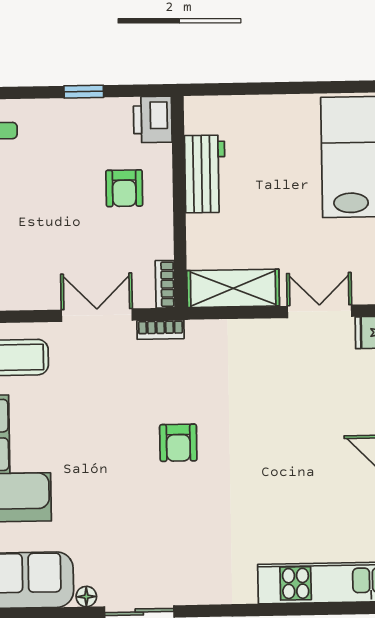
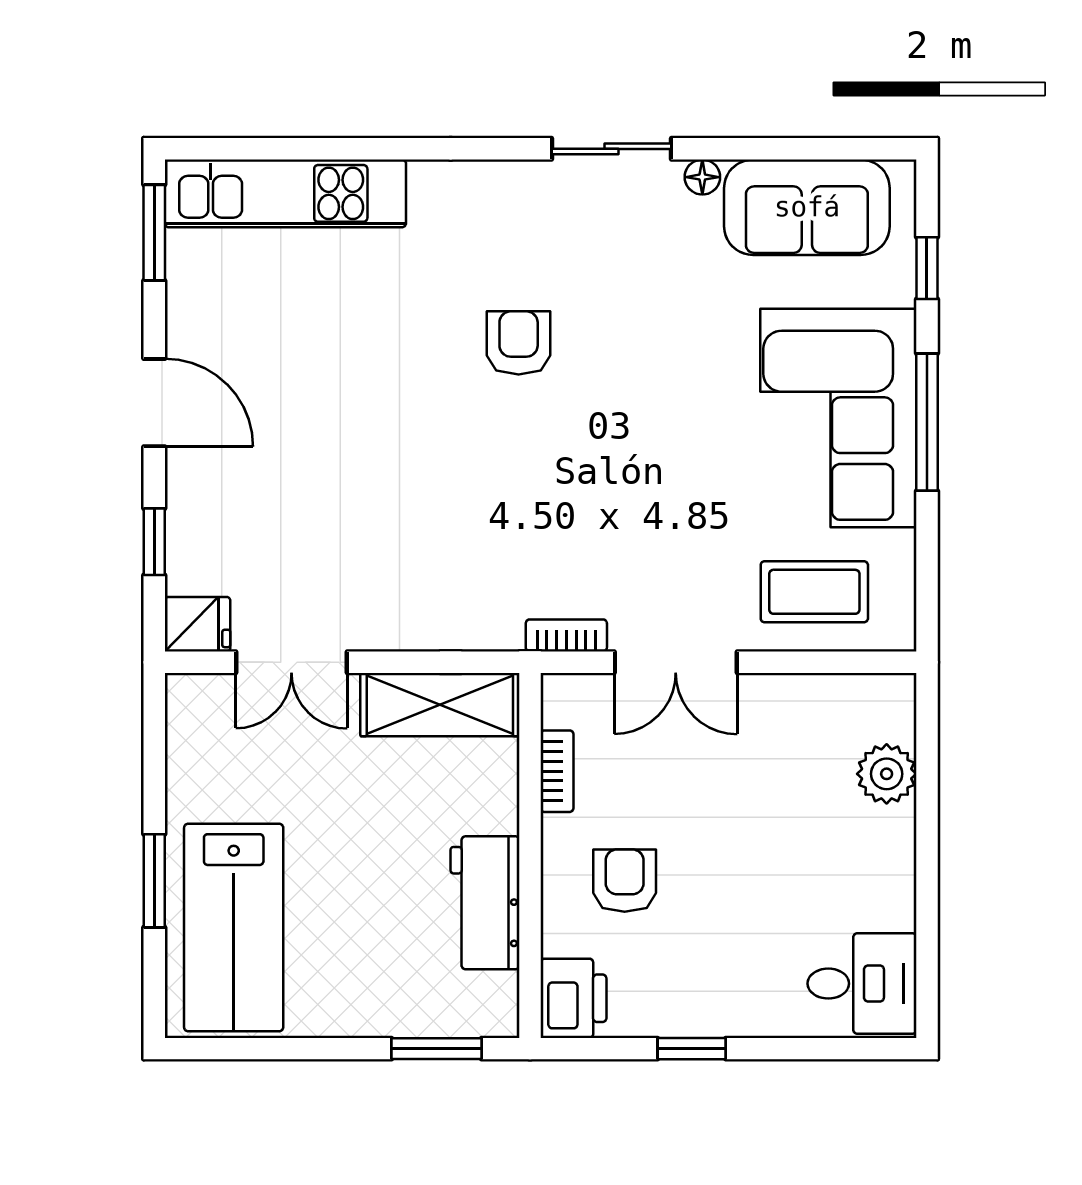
window: (232, 89) -> (437, 1049), added
bookcase: (165, 284) -> (557, 771), moved
armchair: (178, 443) -> (519, 343), moved

